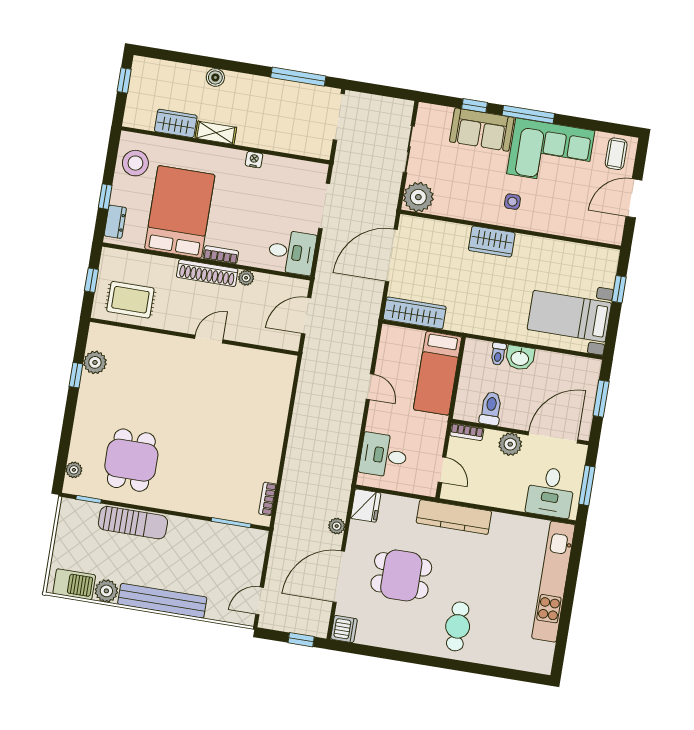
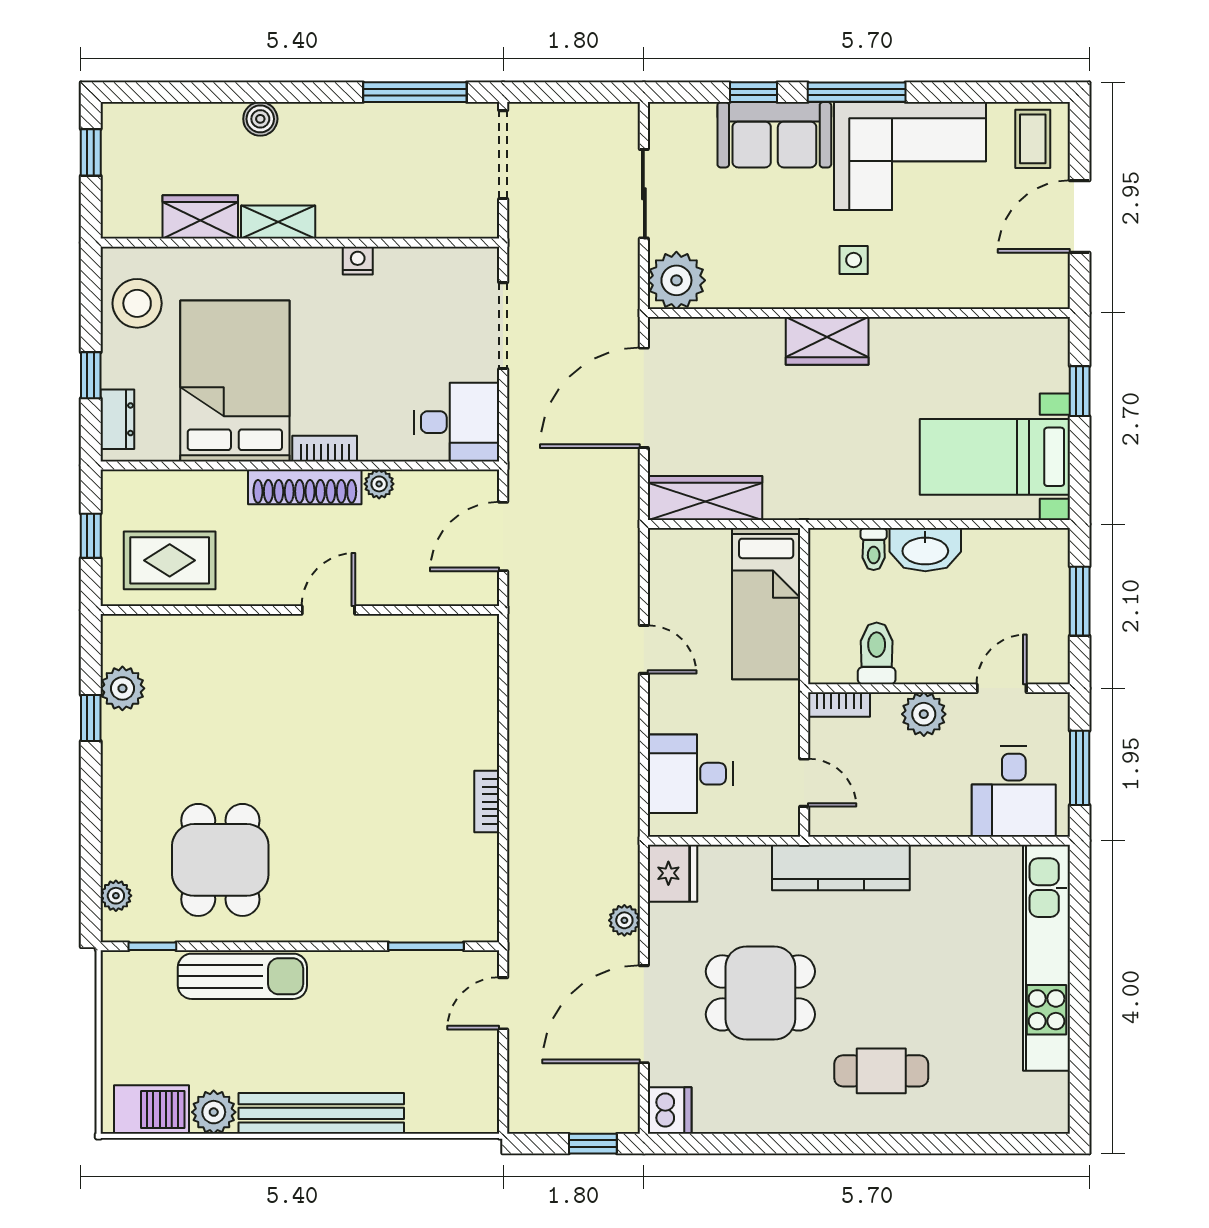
washbasin: (520, 358) -> (925, 550), width x1.38
door: (553, 437) -> (1002, 688), width x0.53
bookcase: (268, 499) -> (487, 802), moved
door: (260, 601) -> (503, 1003), moved
cafe table: (458, 626) -> (881, 1071), turned 90

